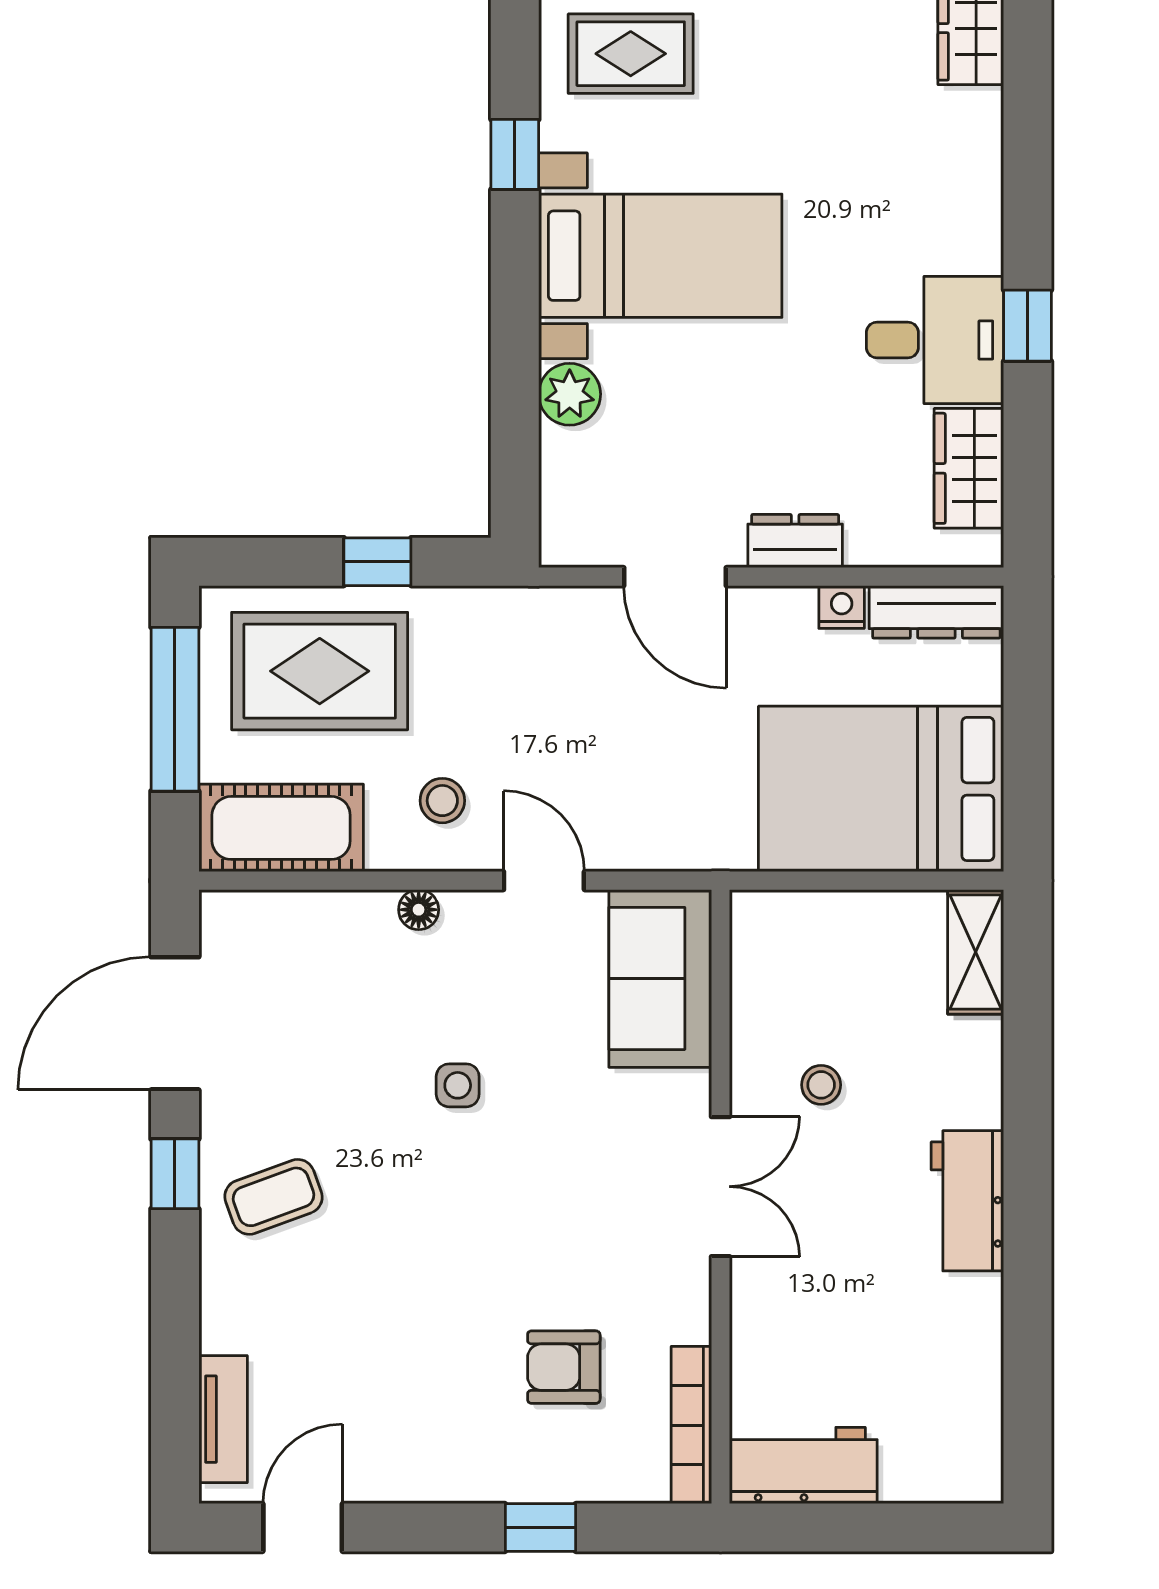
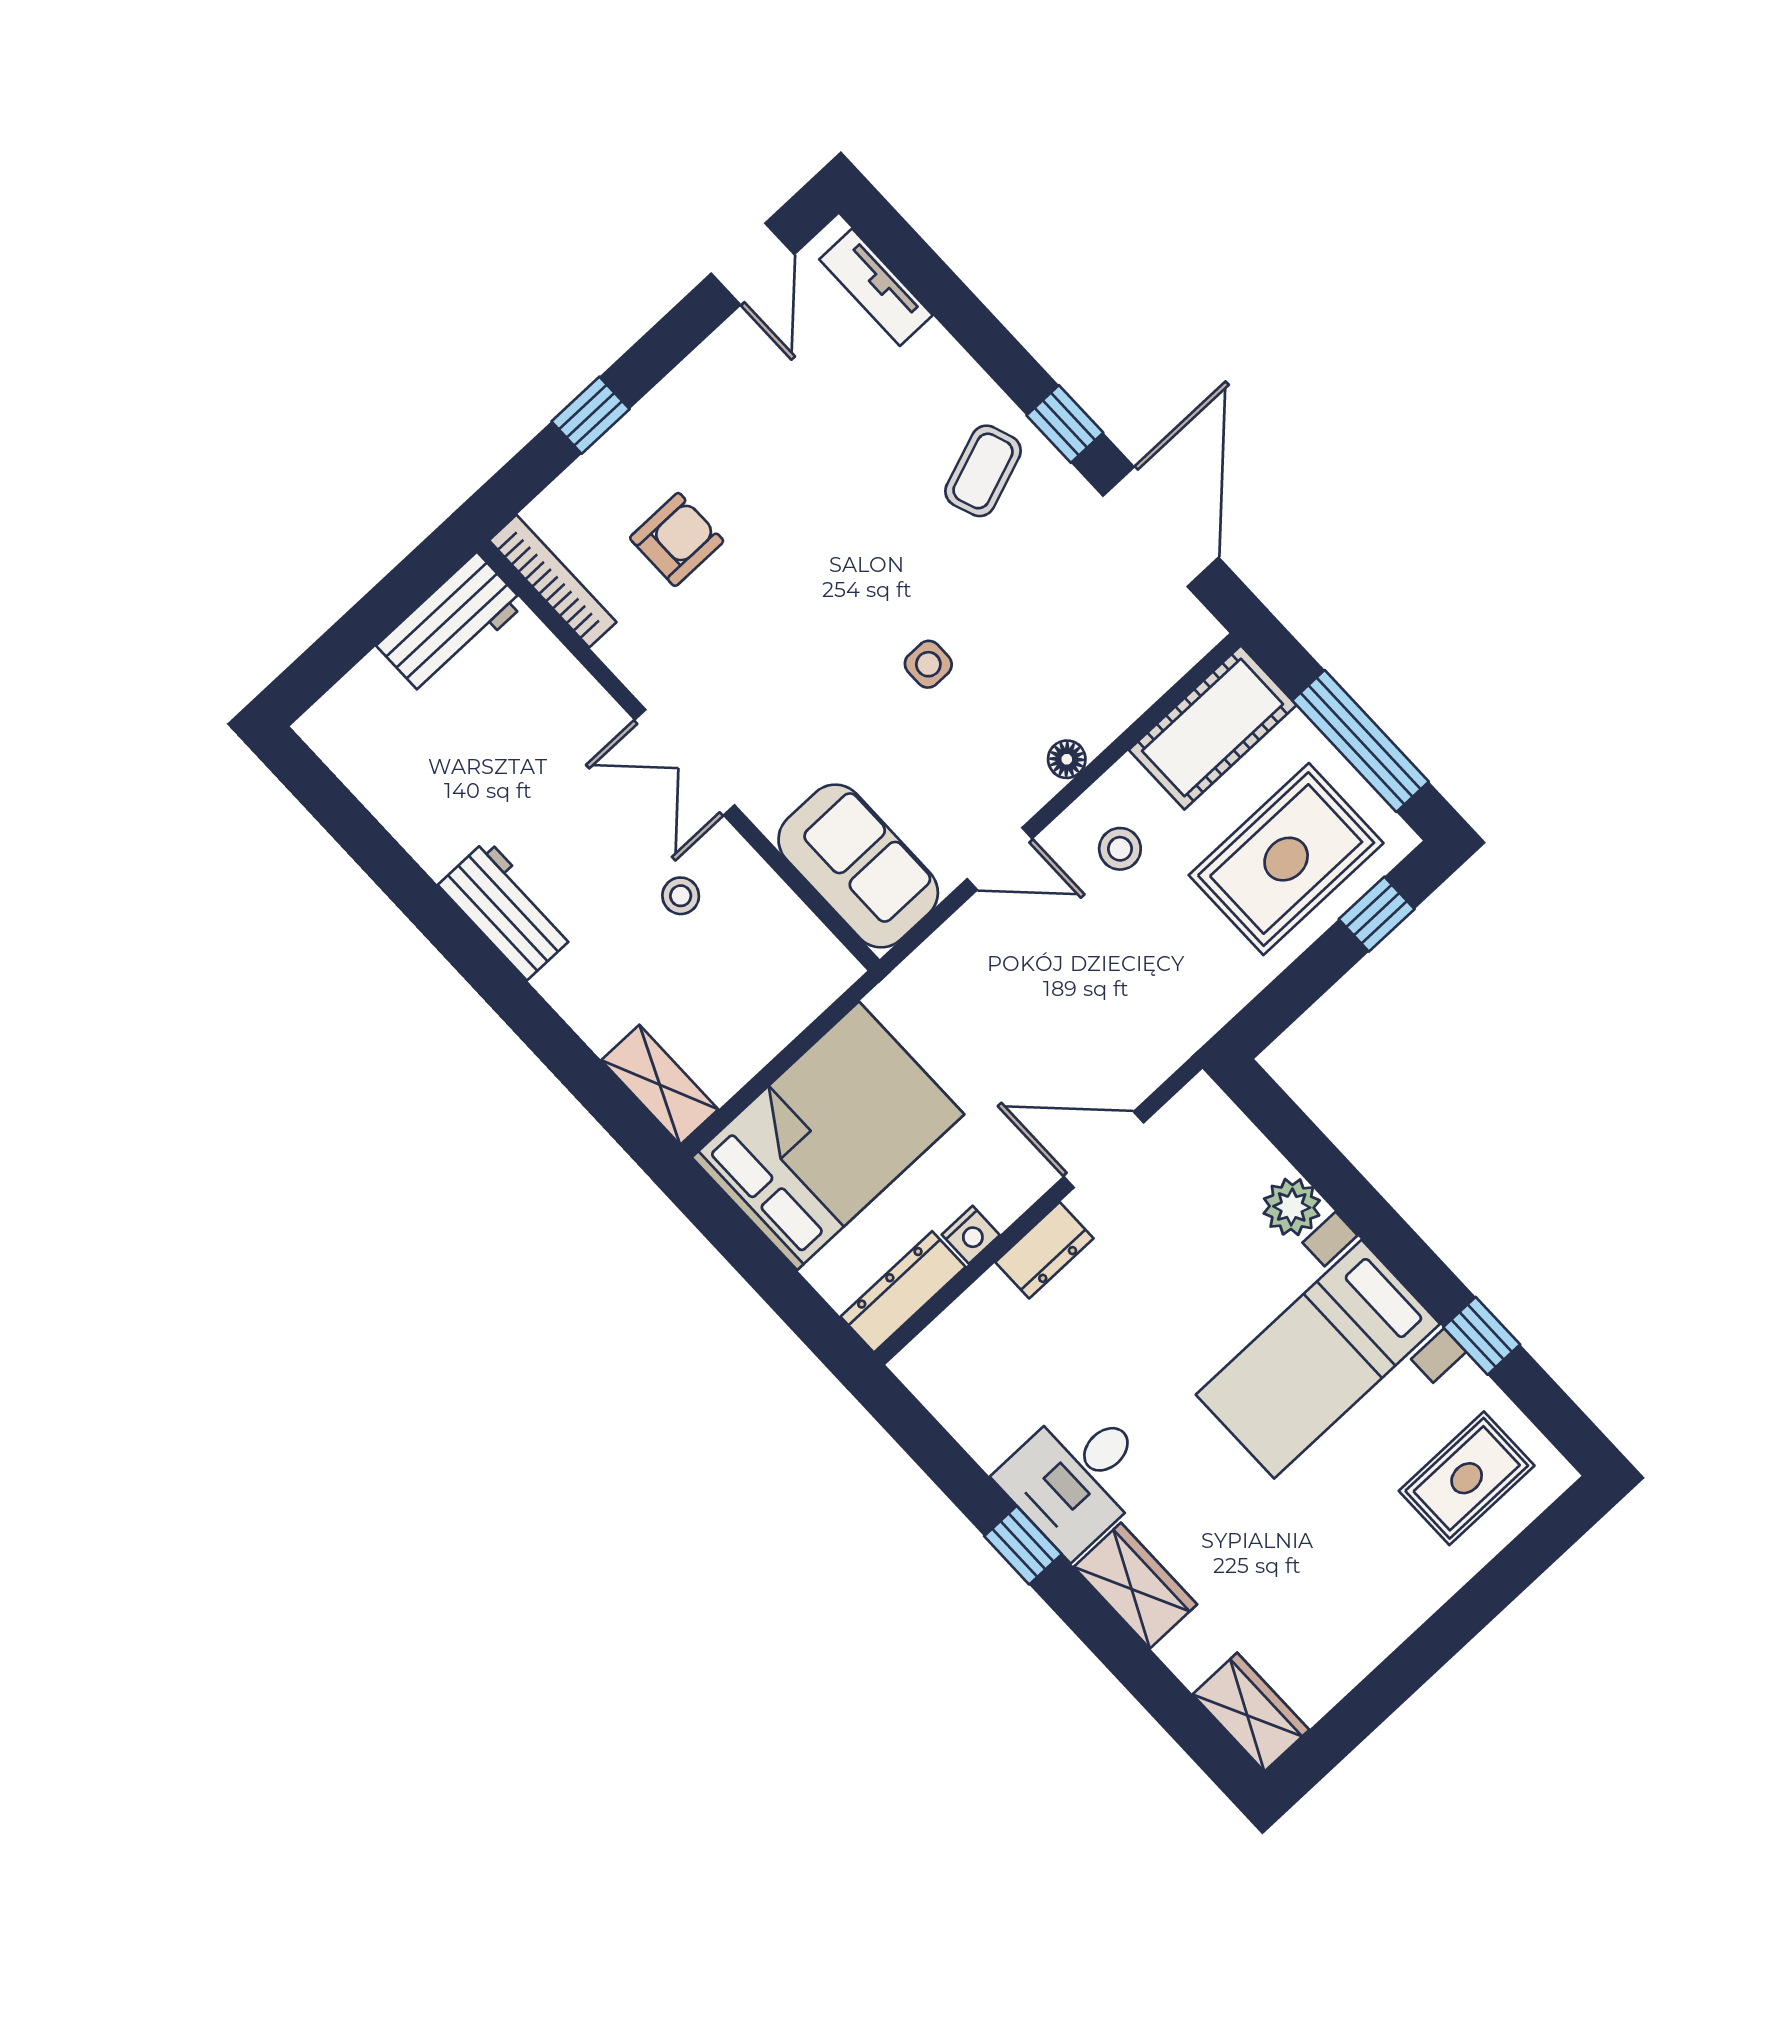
wardrobe: (969, 468) -> (1135, 1586), moved
window: (377, 562) -> (1377, 914), moved

